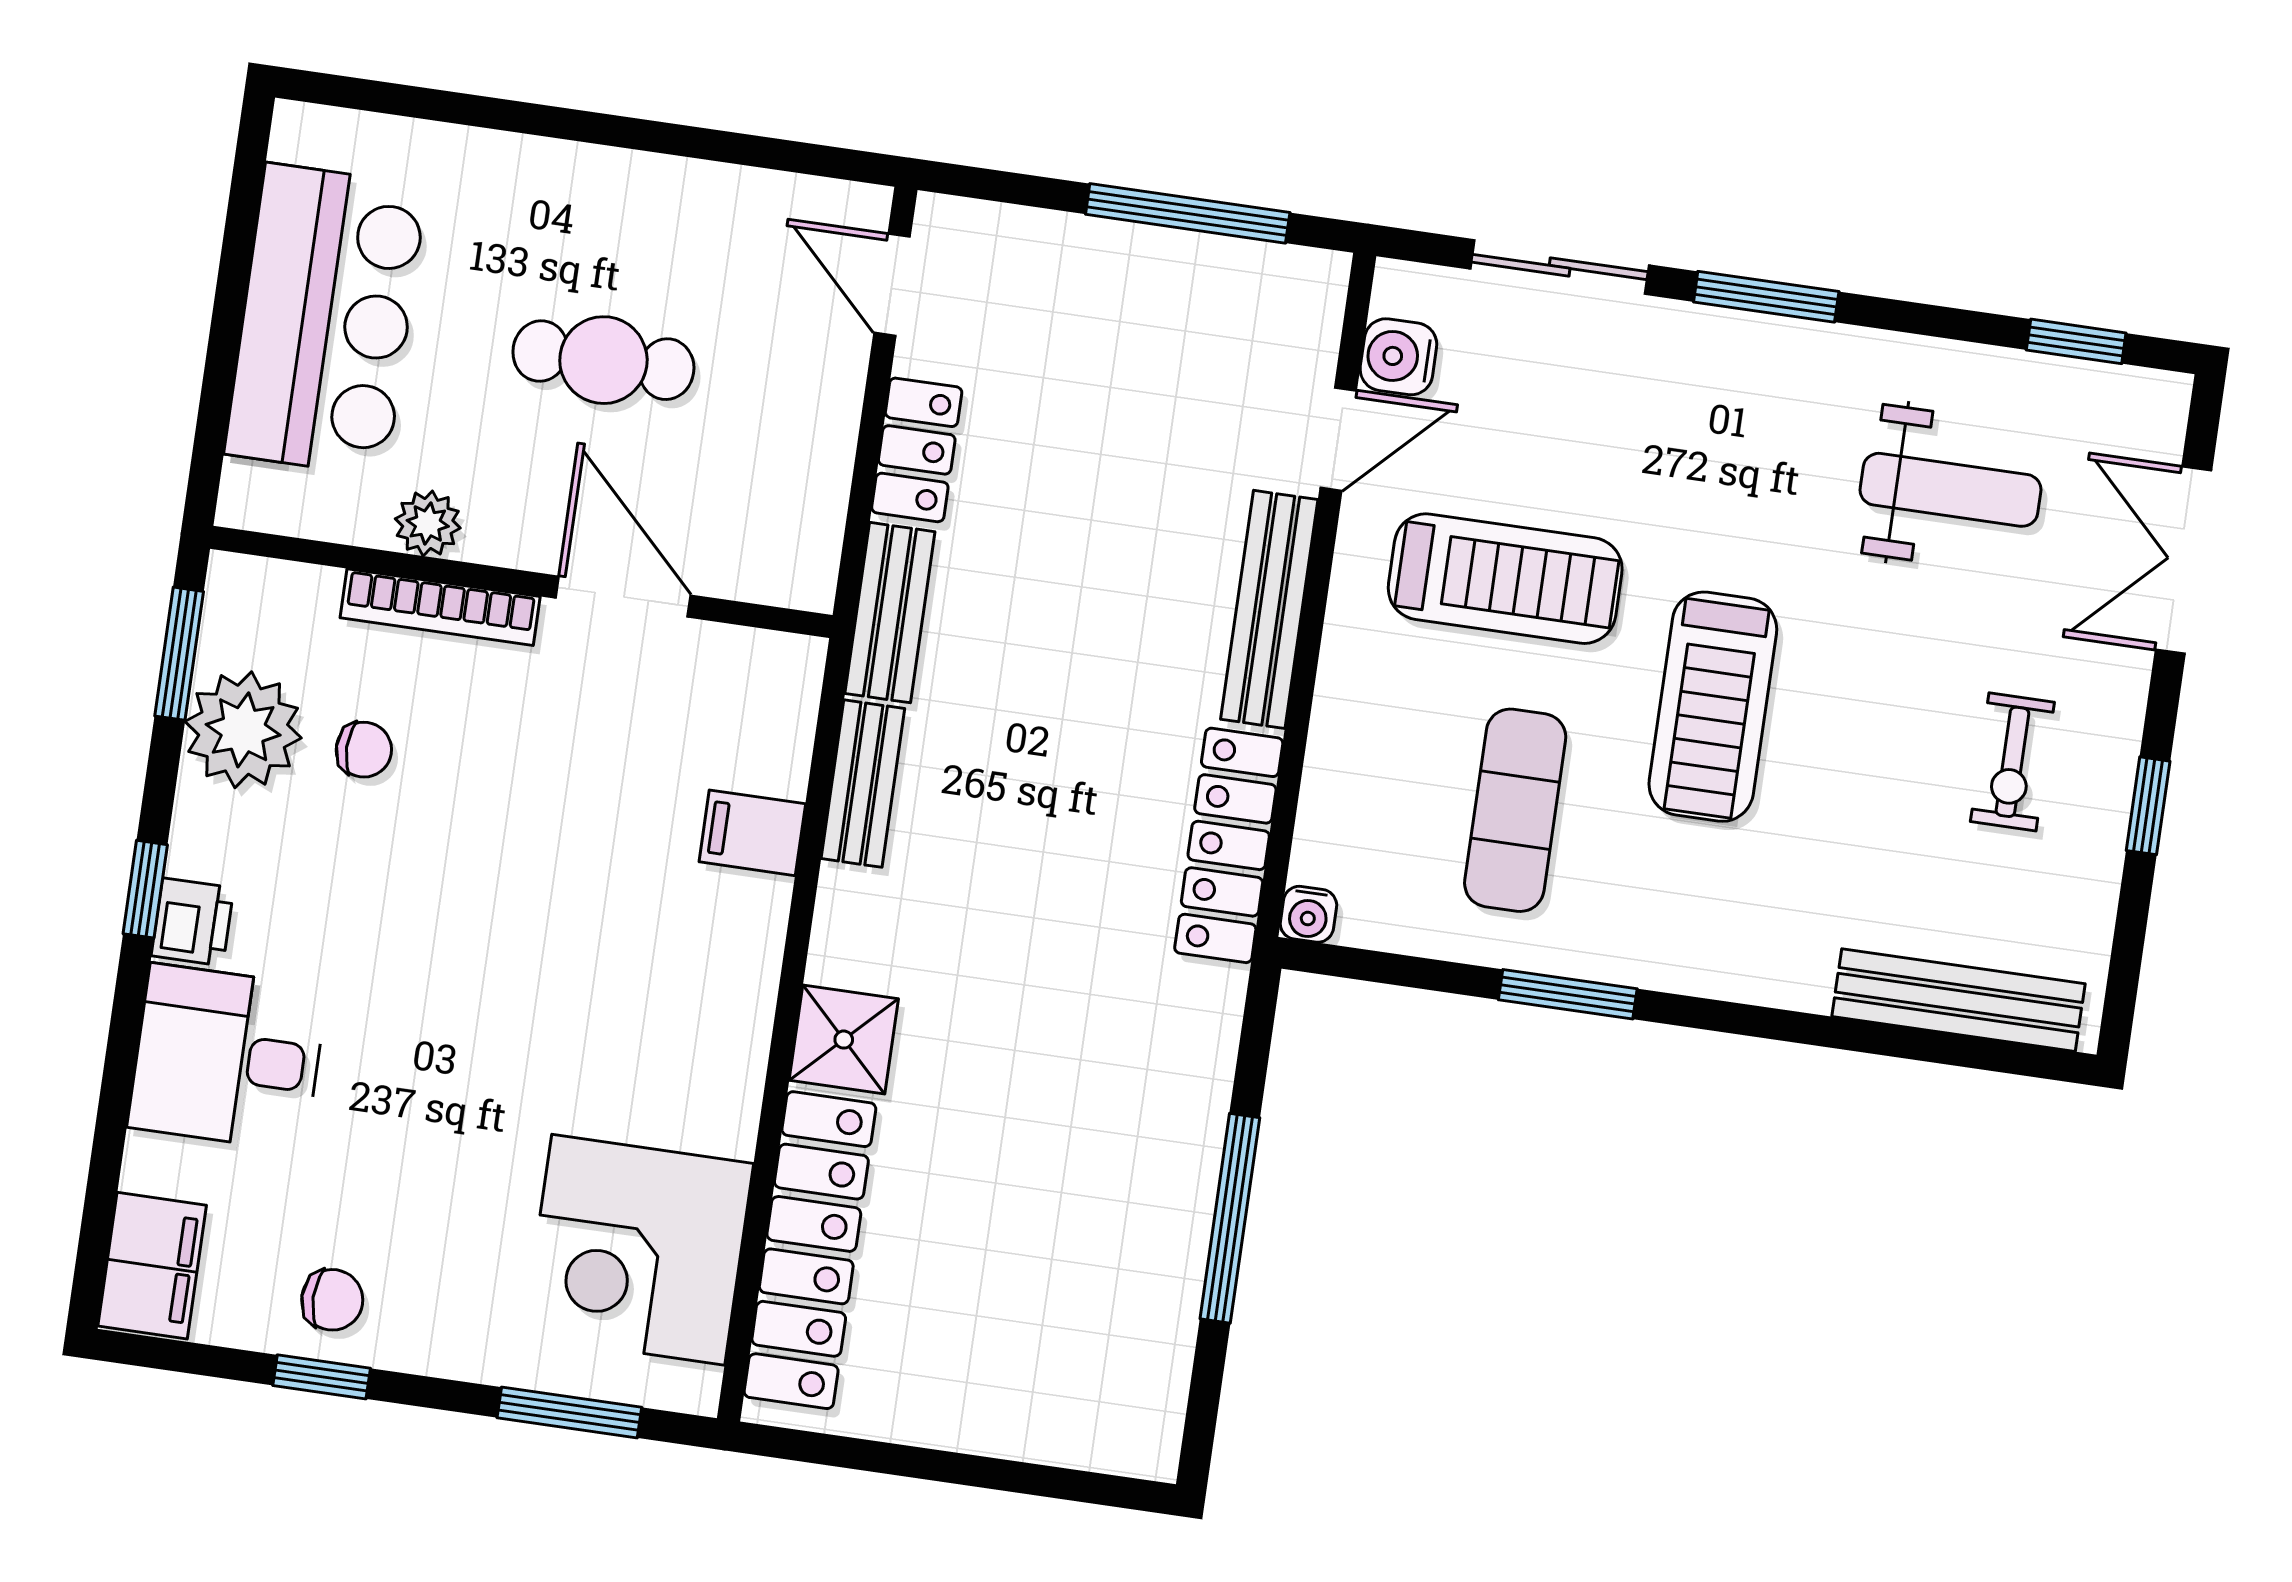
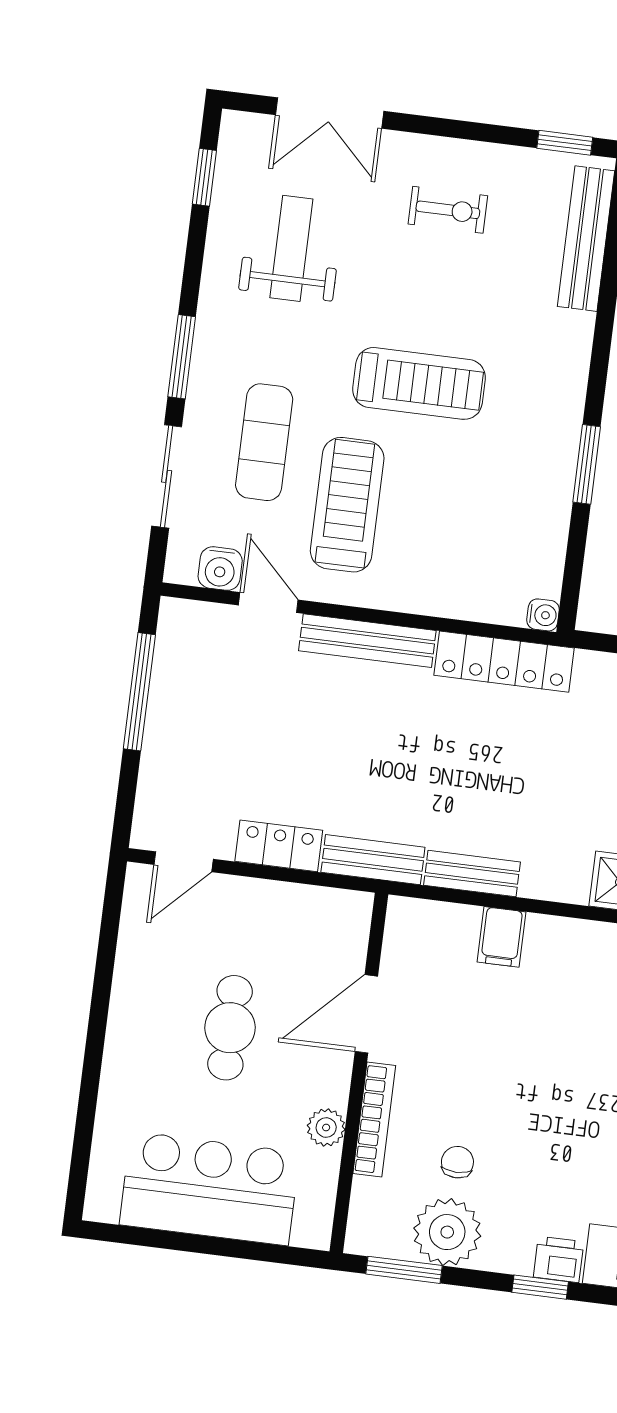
window: (2148, 806) -> (565, 143), moved
exercise mat: (1515, 810) -> (264, 442), moved, turned 90

